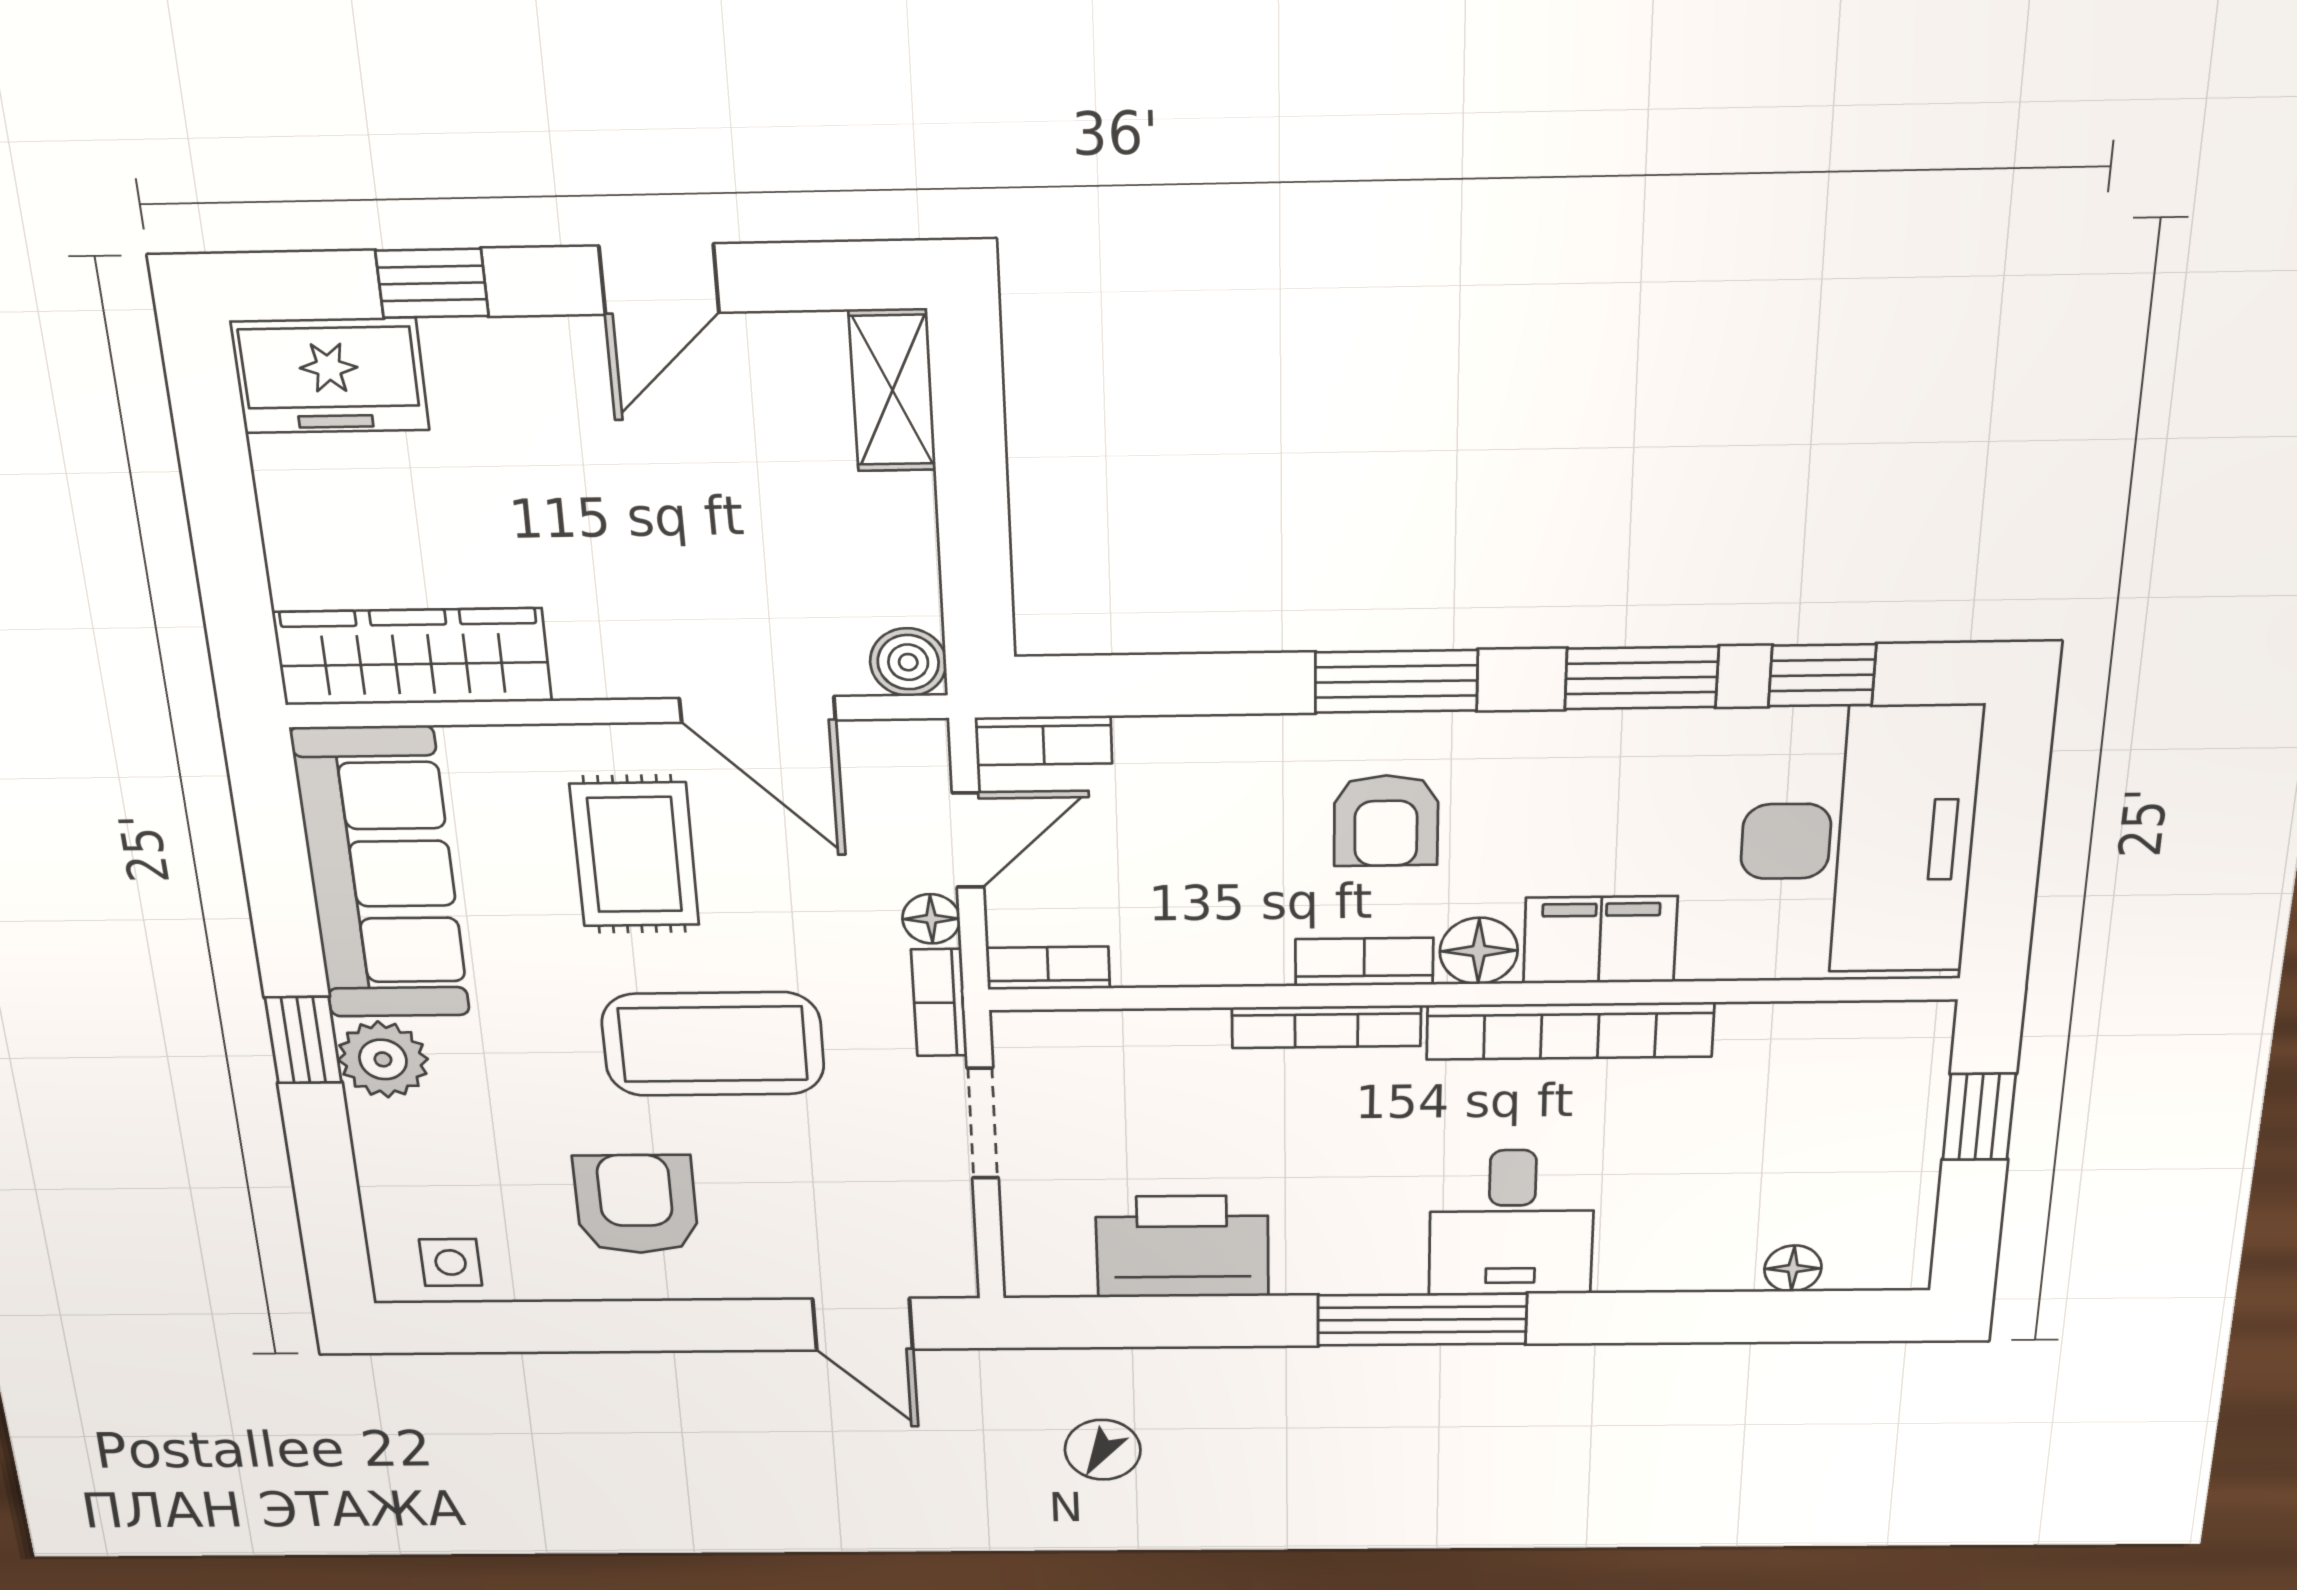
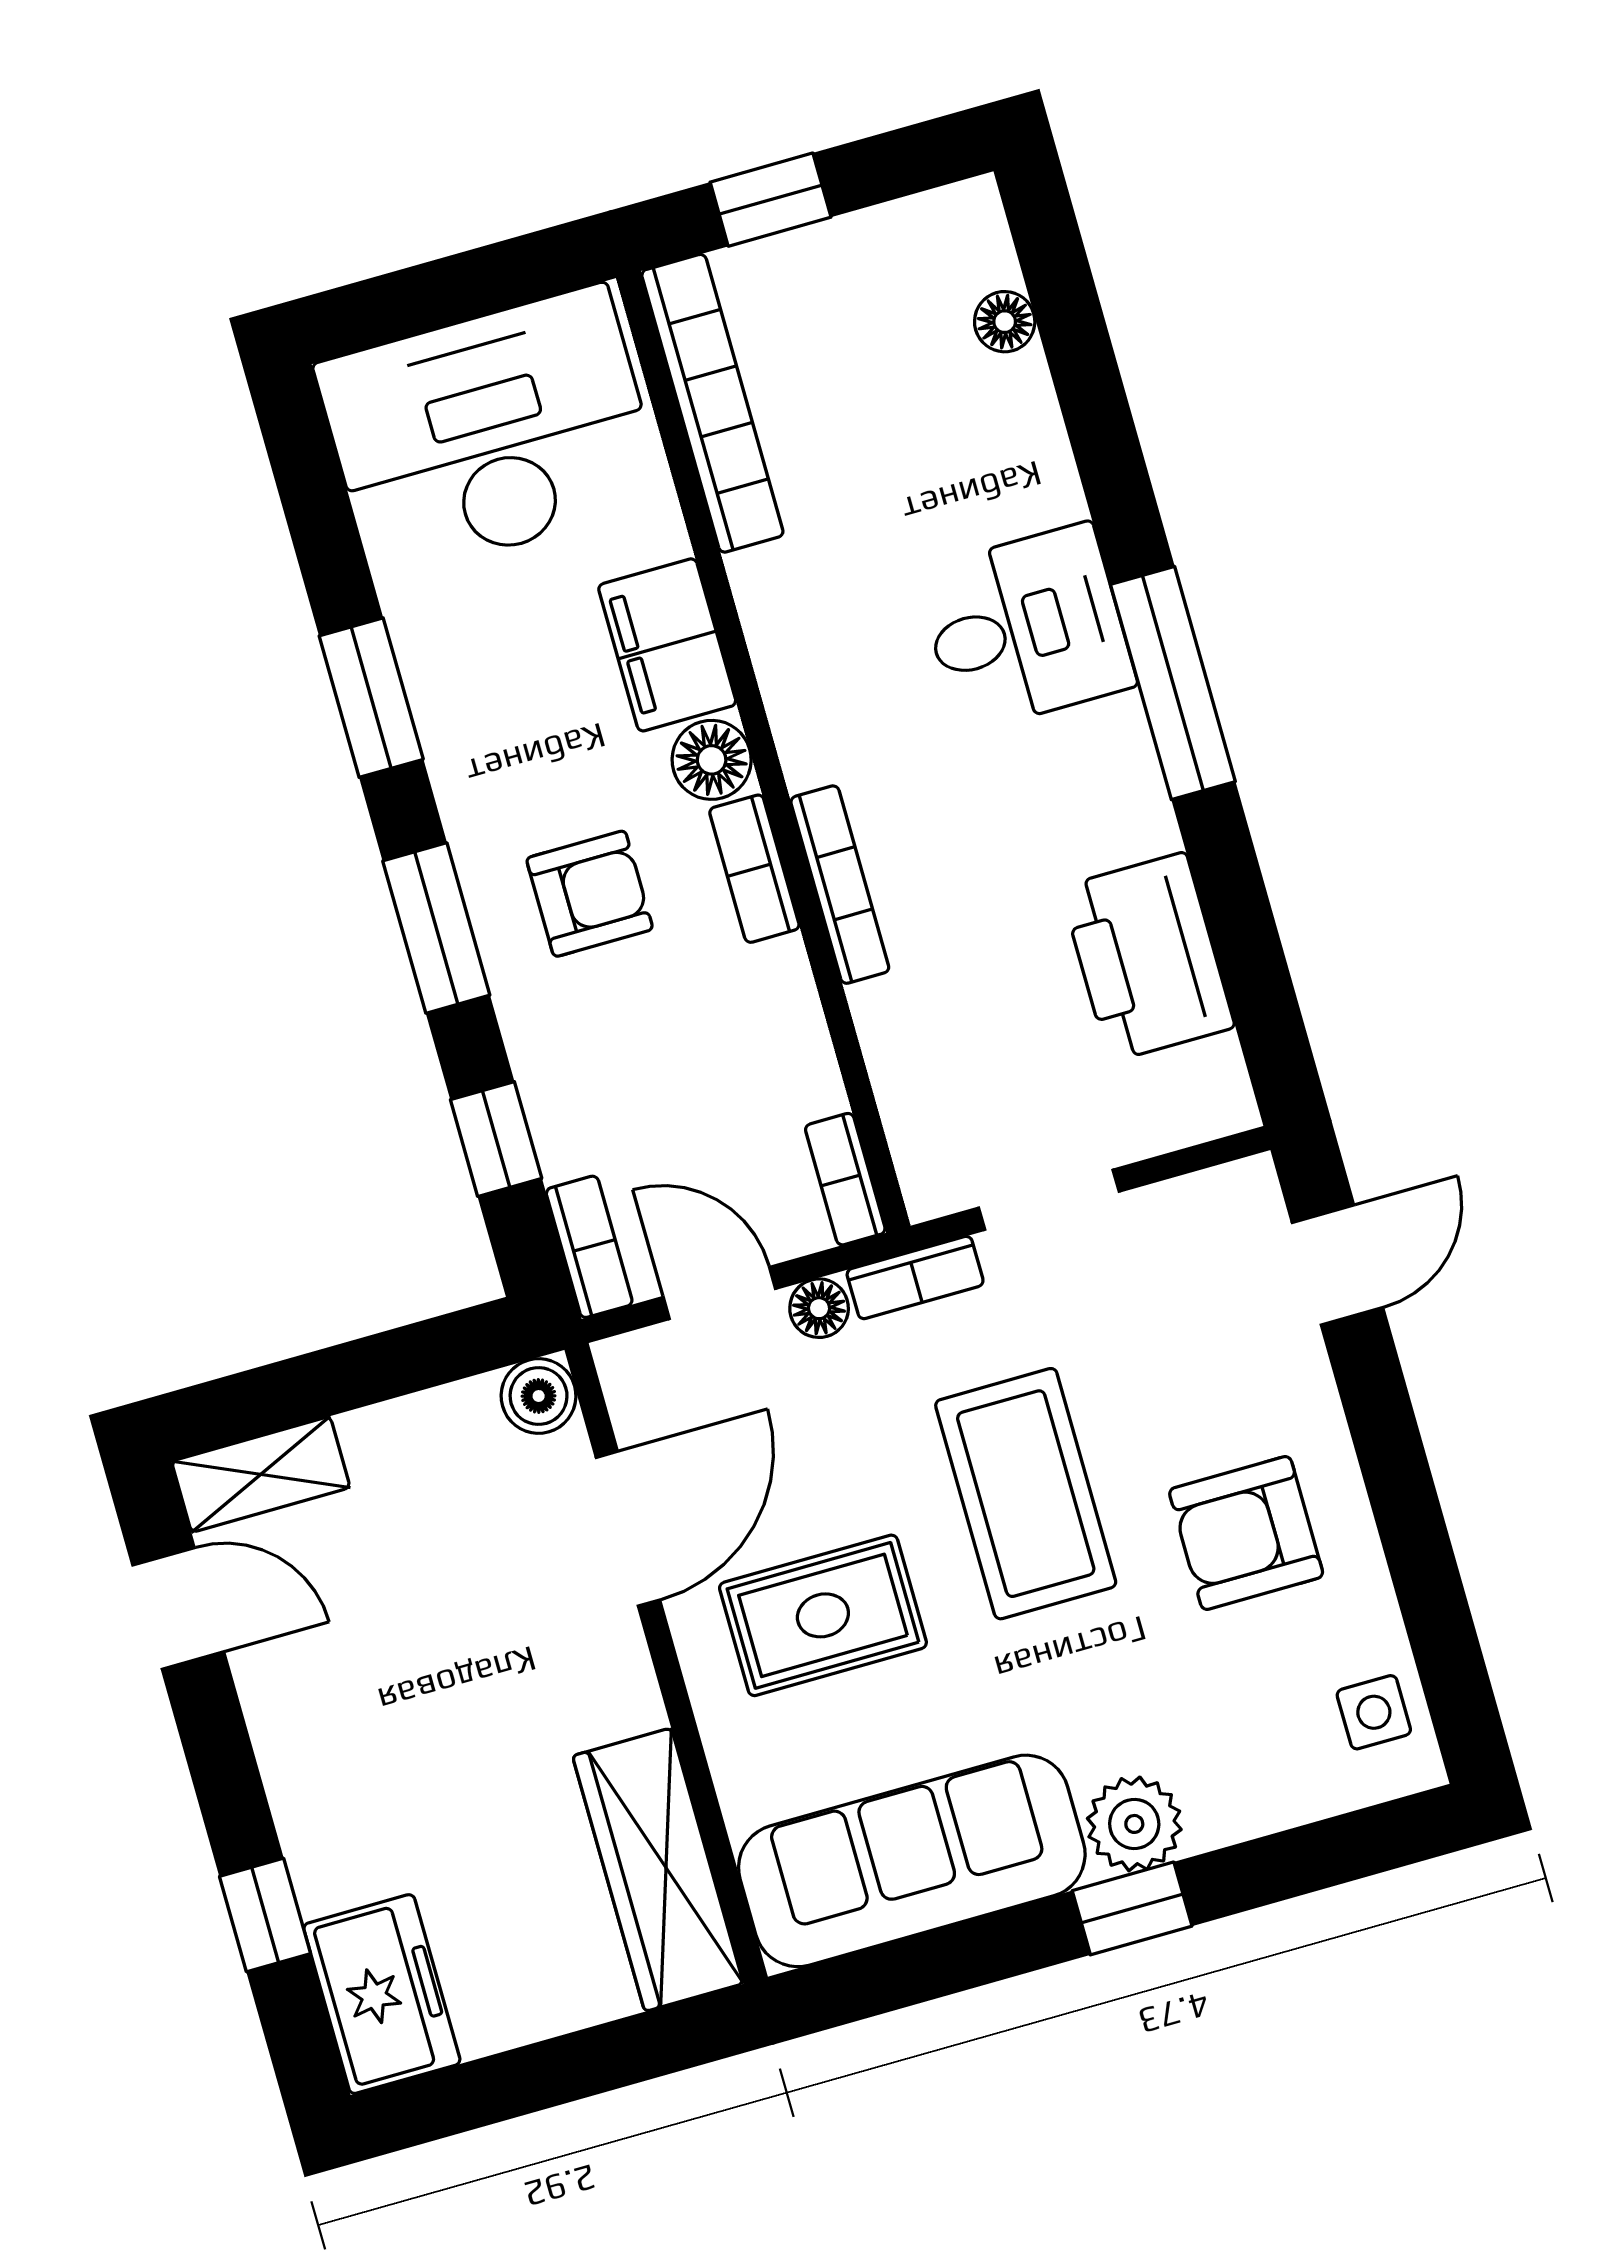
door: (659, 279) -> (178, 1608), moved
window: (1822, 675) -> (496, 1139), moved
bookcase: (1570, 1031) -> (712, 403), moved

